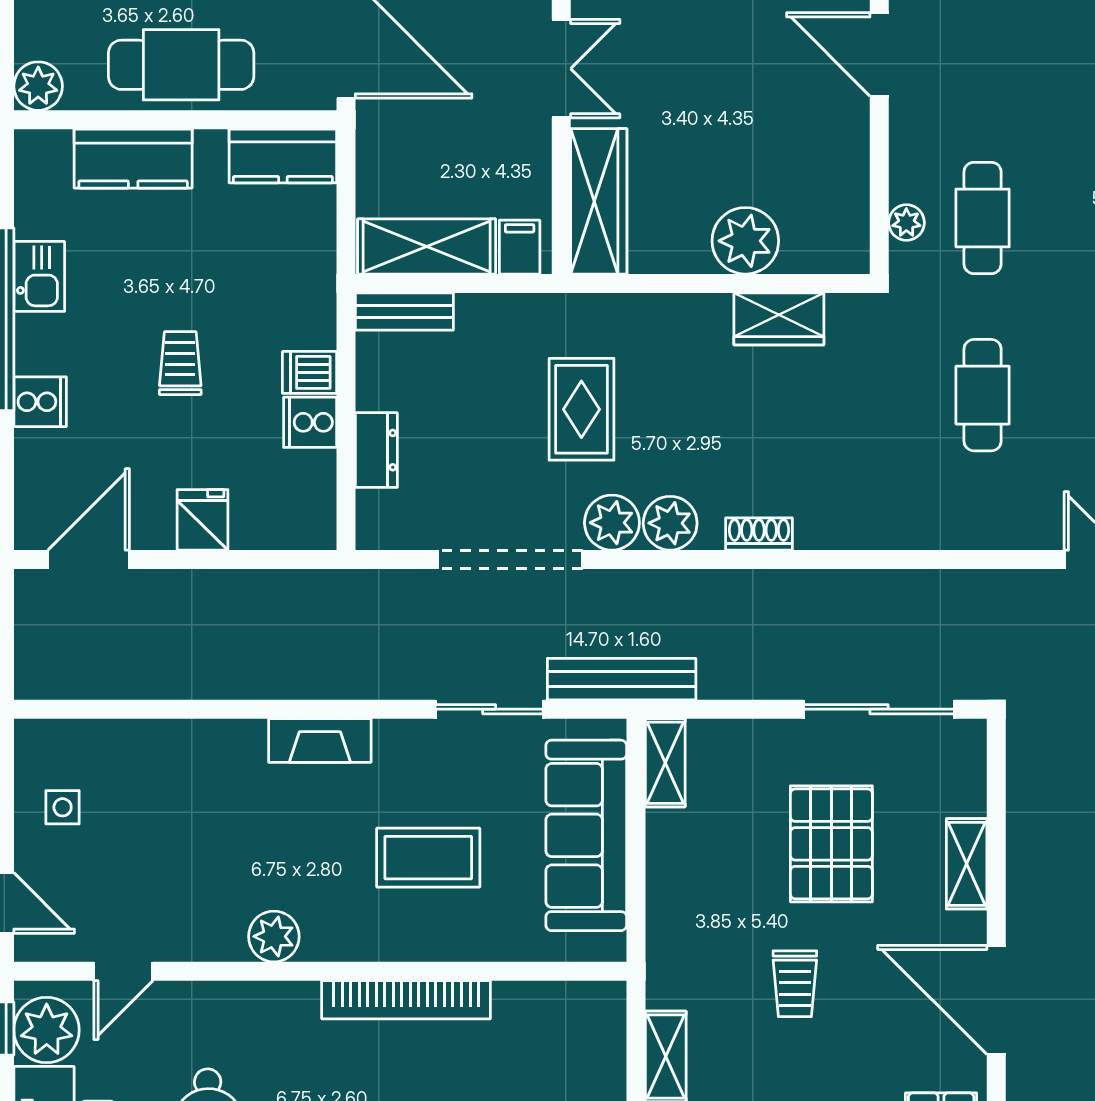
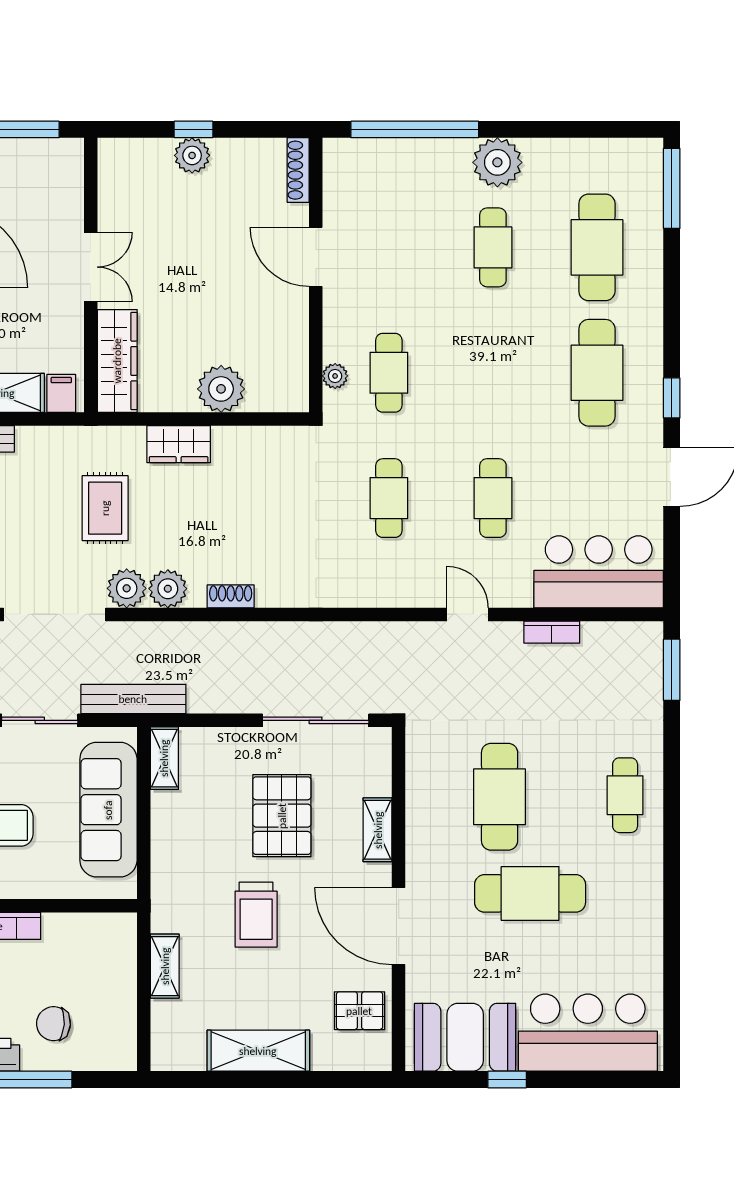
wardrobe: (779, 319) -> (179, 444), moved
trolley: (795, 984) -> (256, 915), width x1.36, depth x1.39

